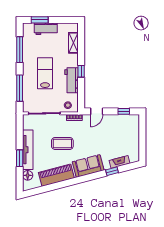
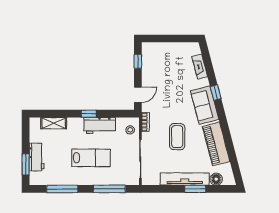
lab bench: (45, 73) -> (91, 158), turned 180
door: (97, 111) -> (138, 95), hinge flipped
window: (112, 171) -> (216, 93), moved

